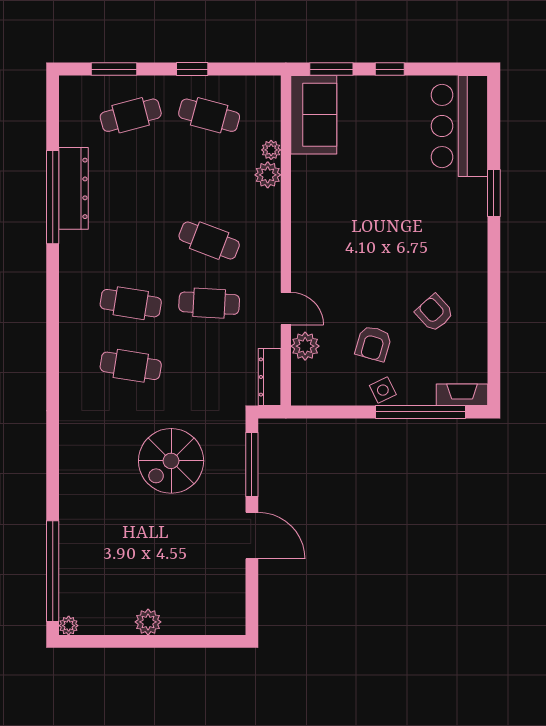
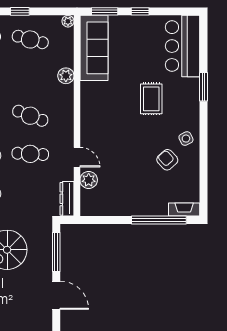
sofa: (314, 115) -> (94, 48), width x1.36
plant: (271, 150) -> (68, 21), moved
rug: (408, 213) -> (151, 99), added
armchair: (373, 343) -> (130, 178), removed
side table: (383, 390) -> (186, 139), moved

